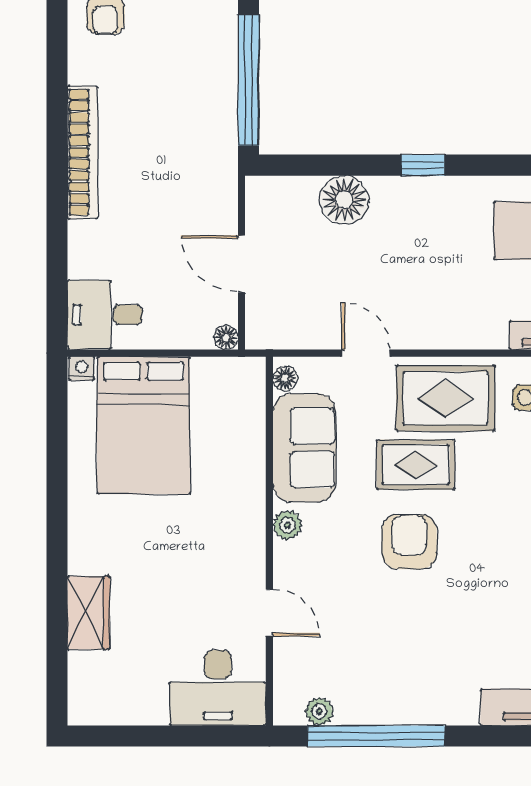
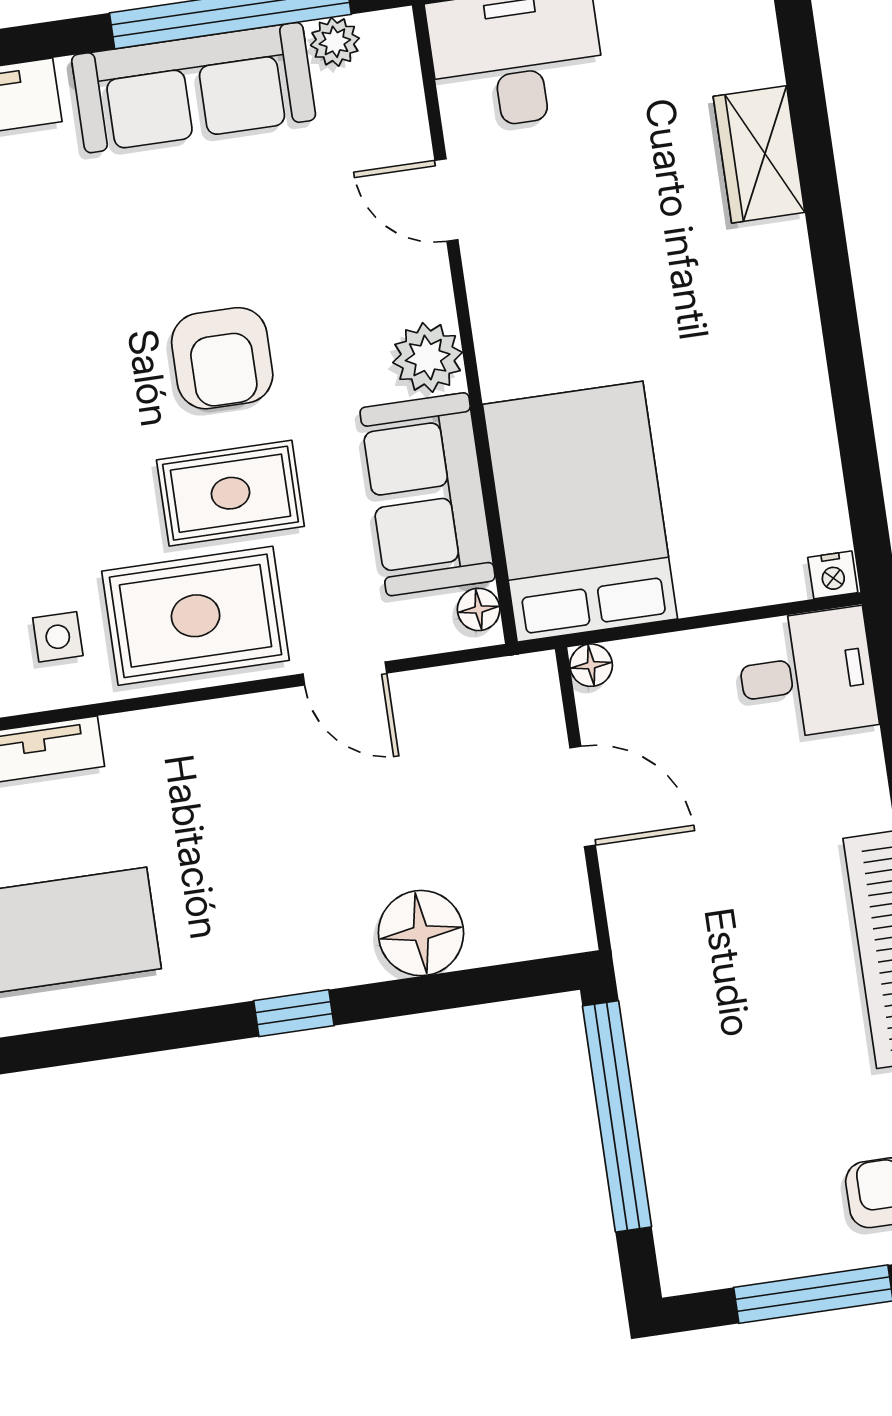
bed: (144, 425) -> (580, 512), moved
plant: (287, 525) -> (428, 357), width x1.38, depth x1.38
sofa: (403, 697) -> (194, 88), added

